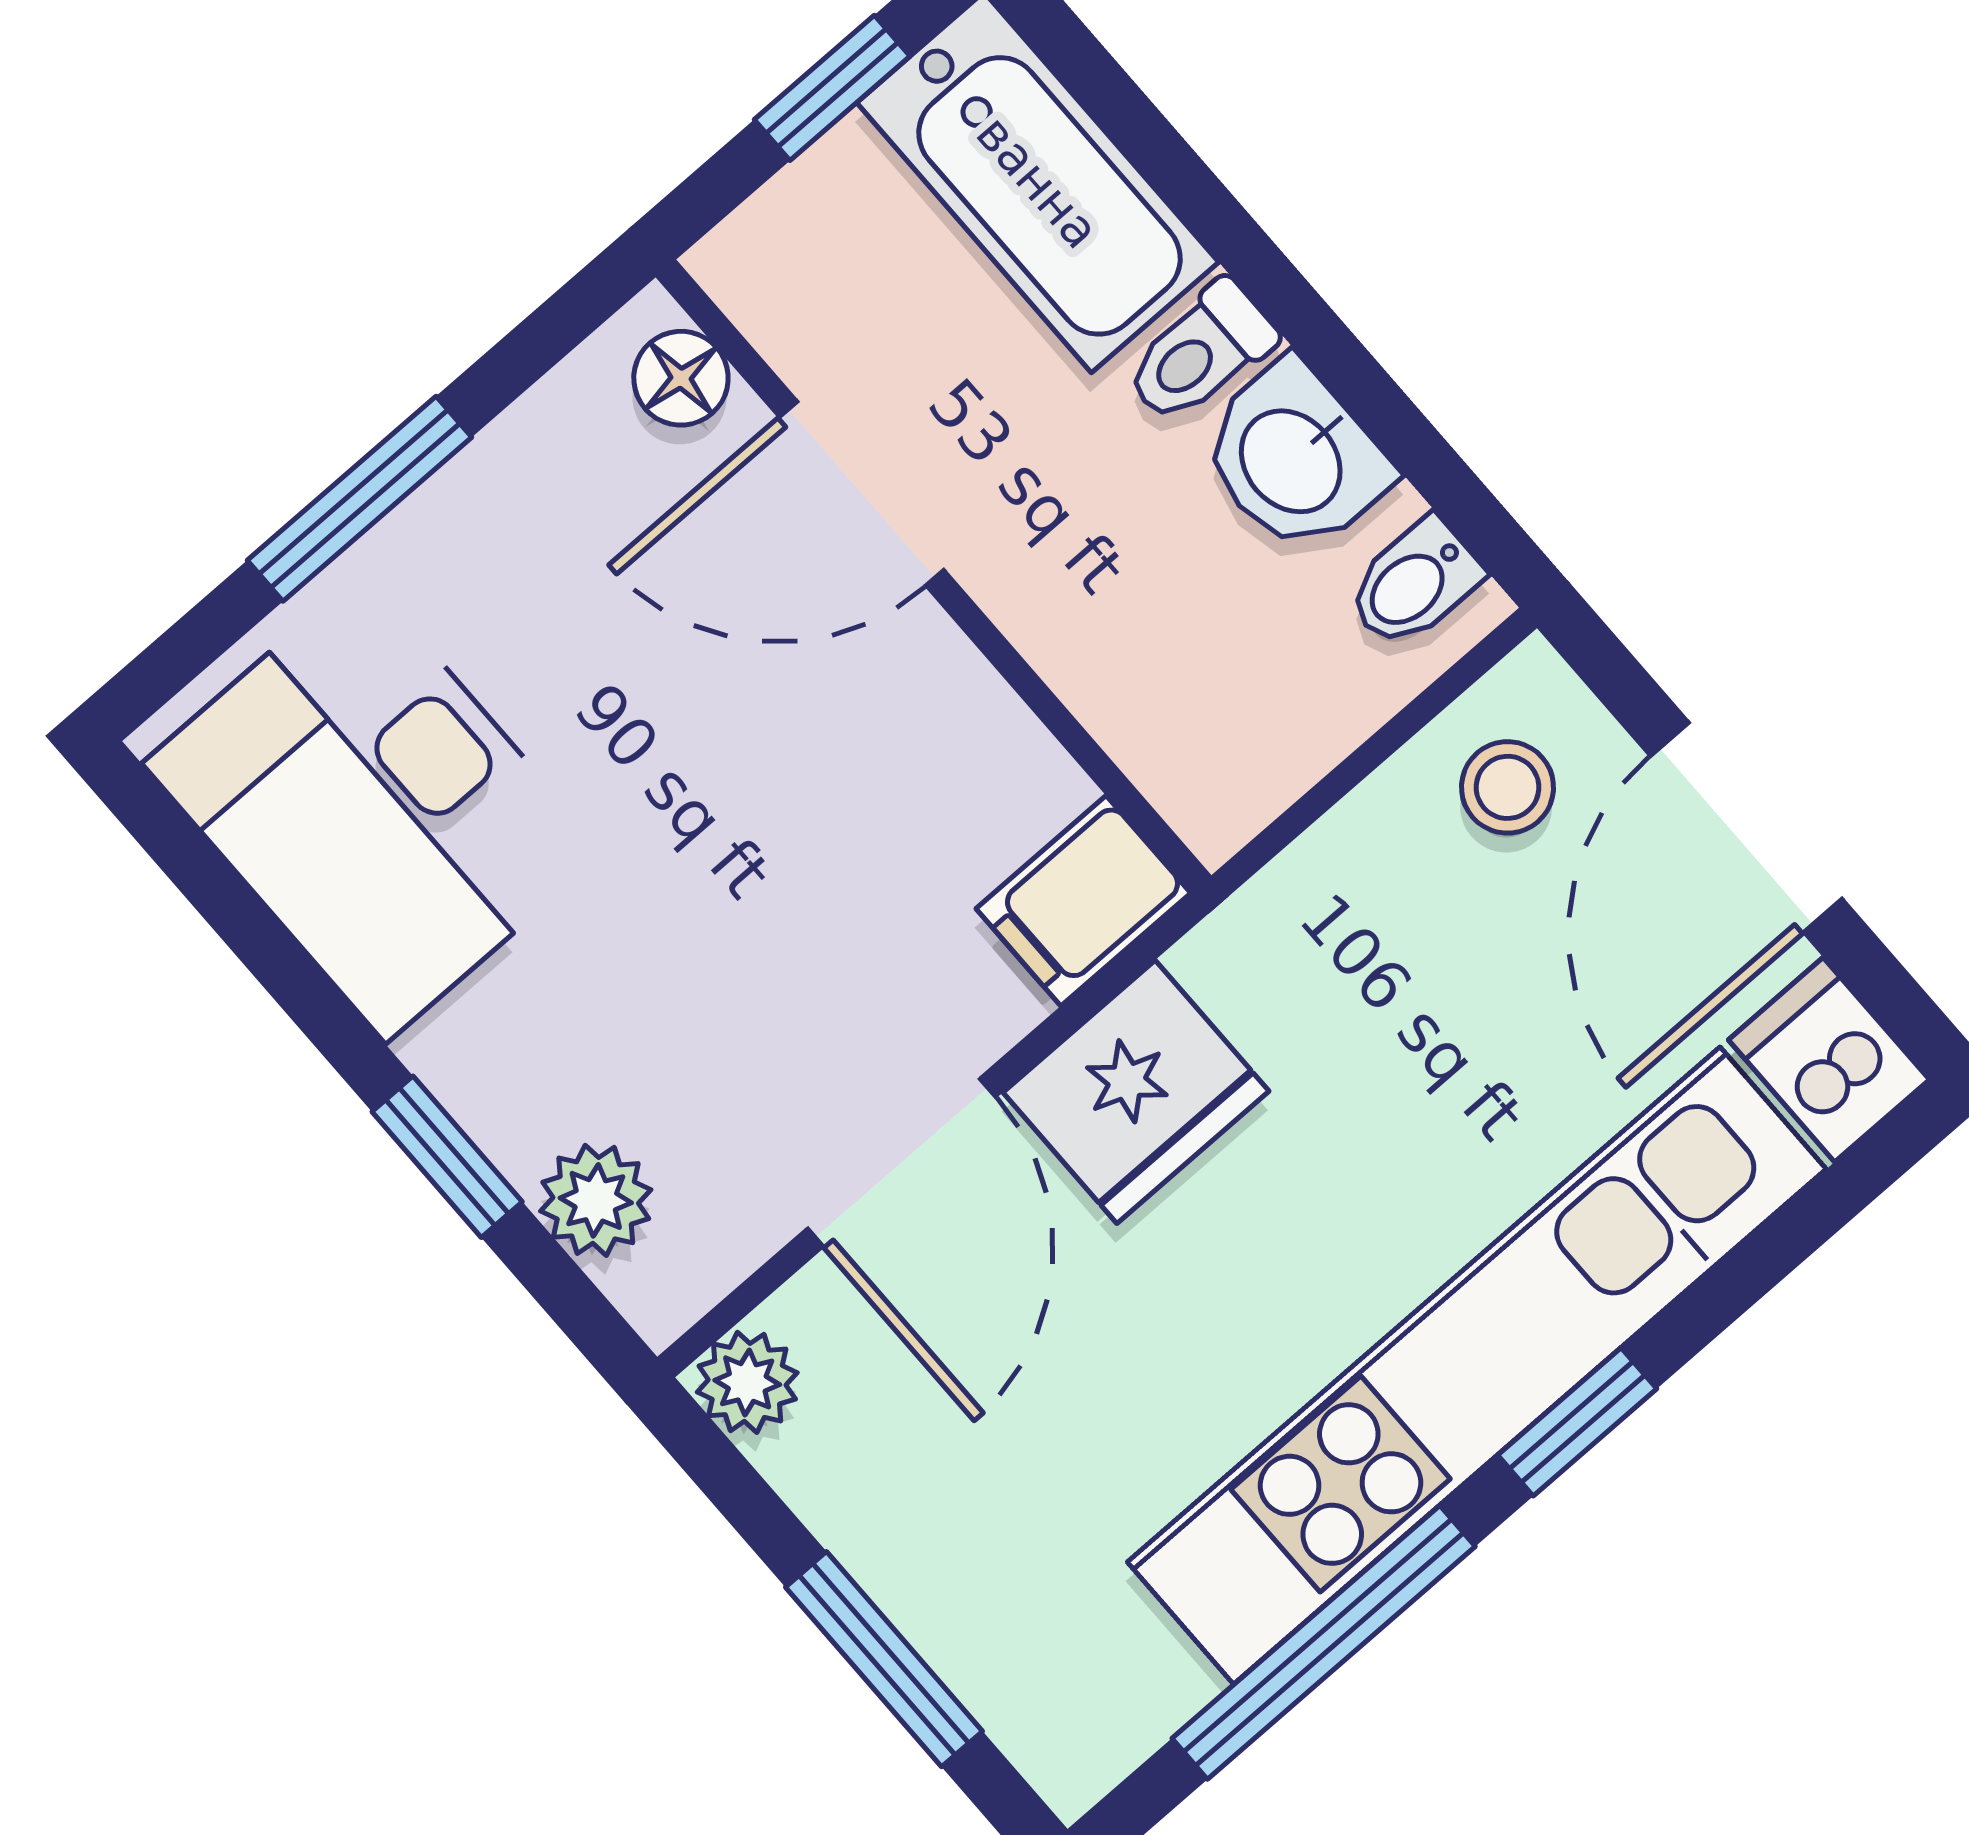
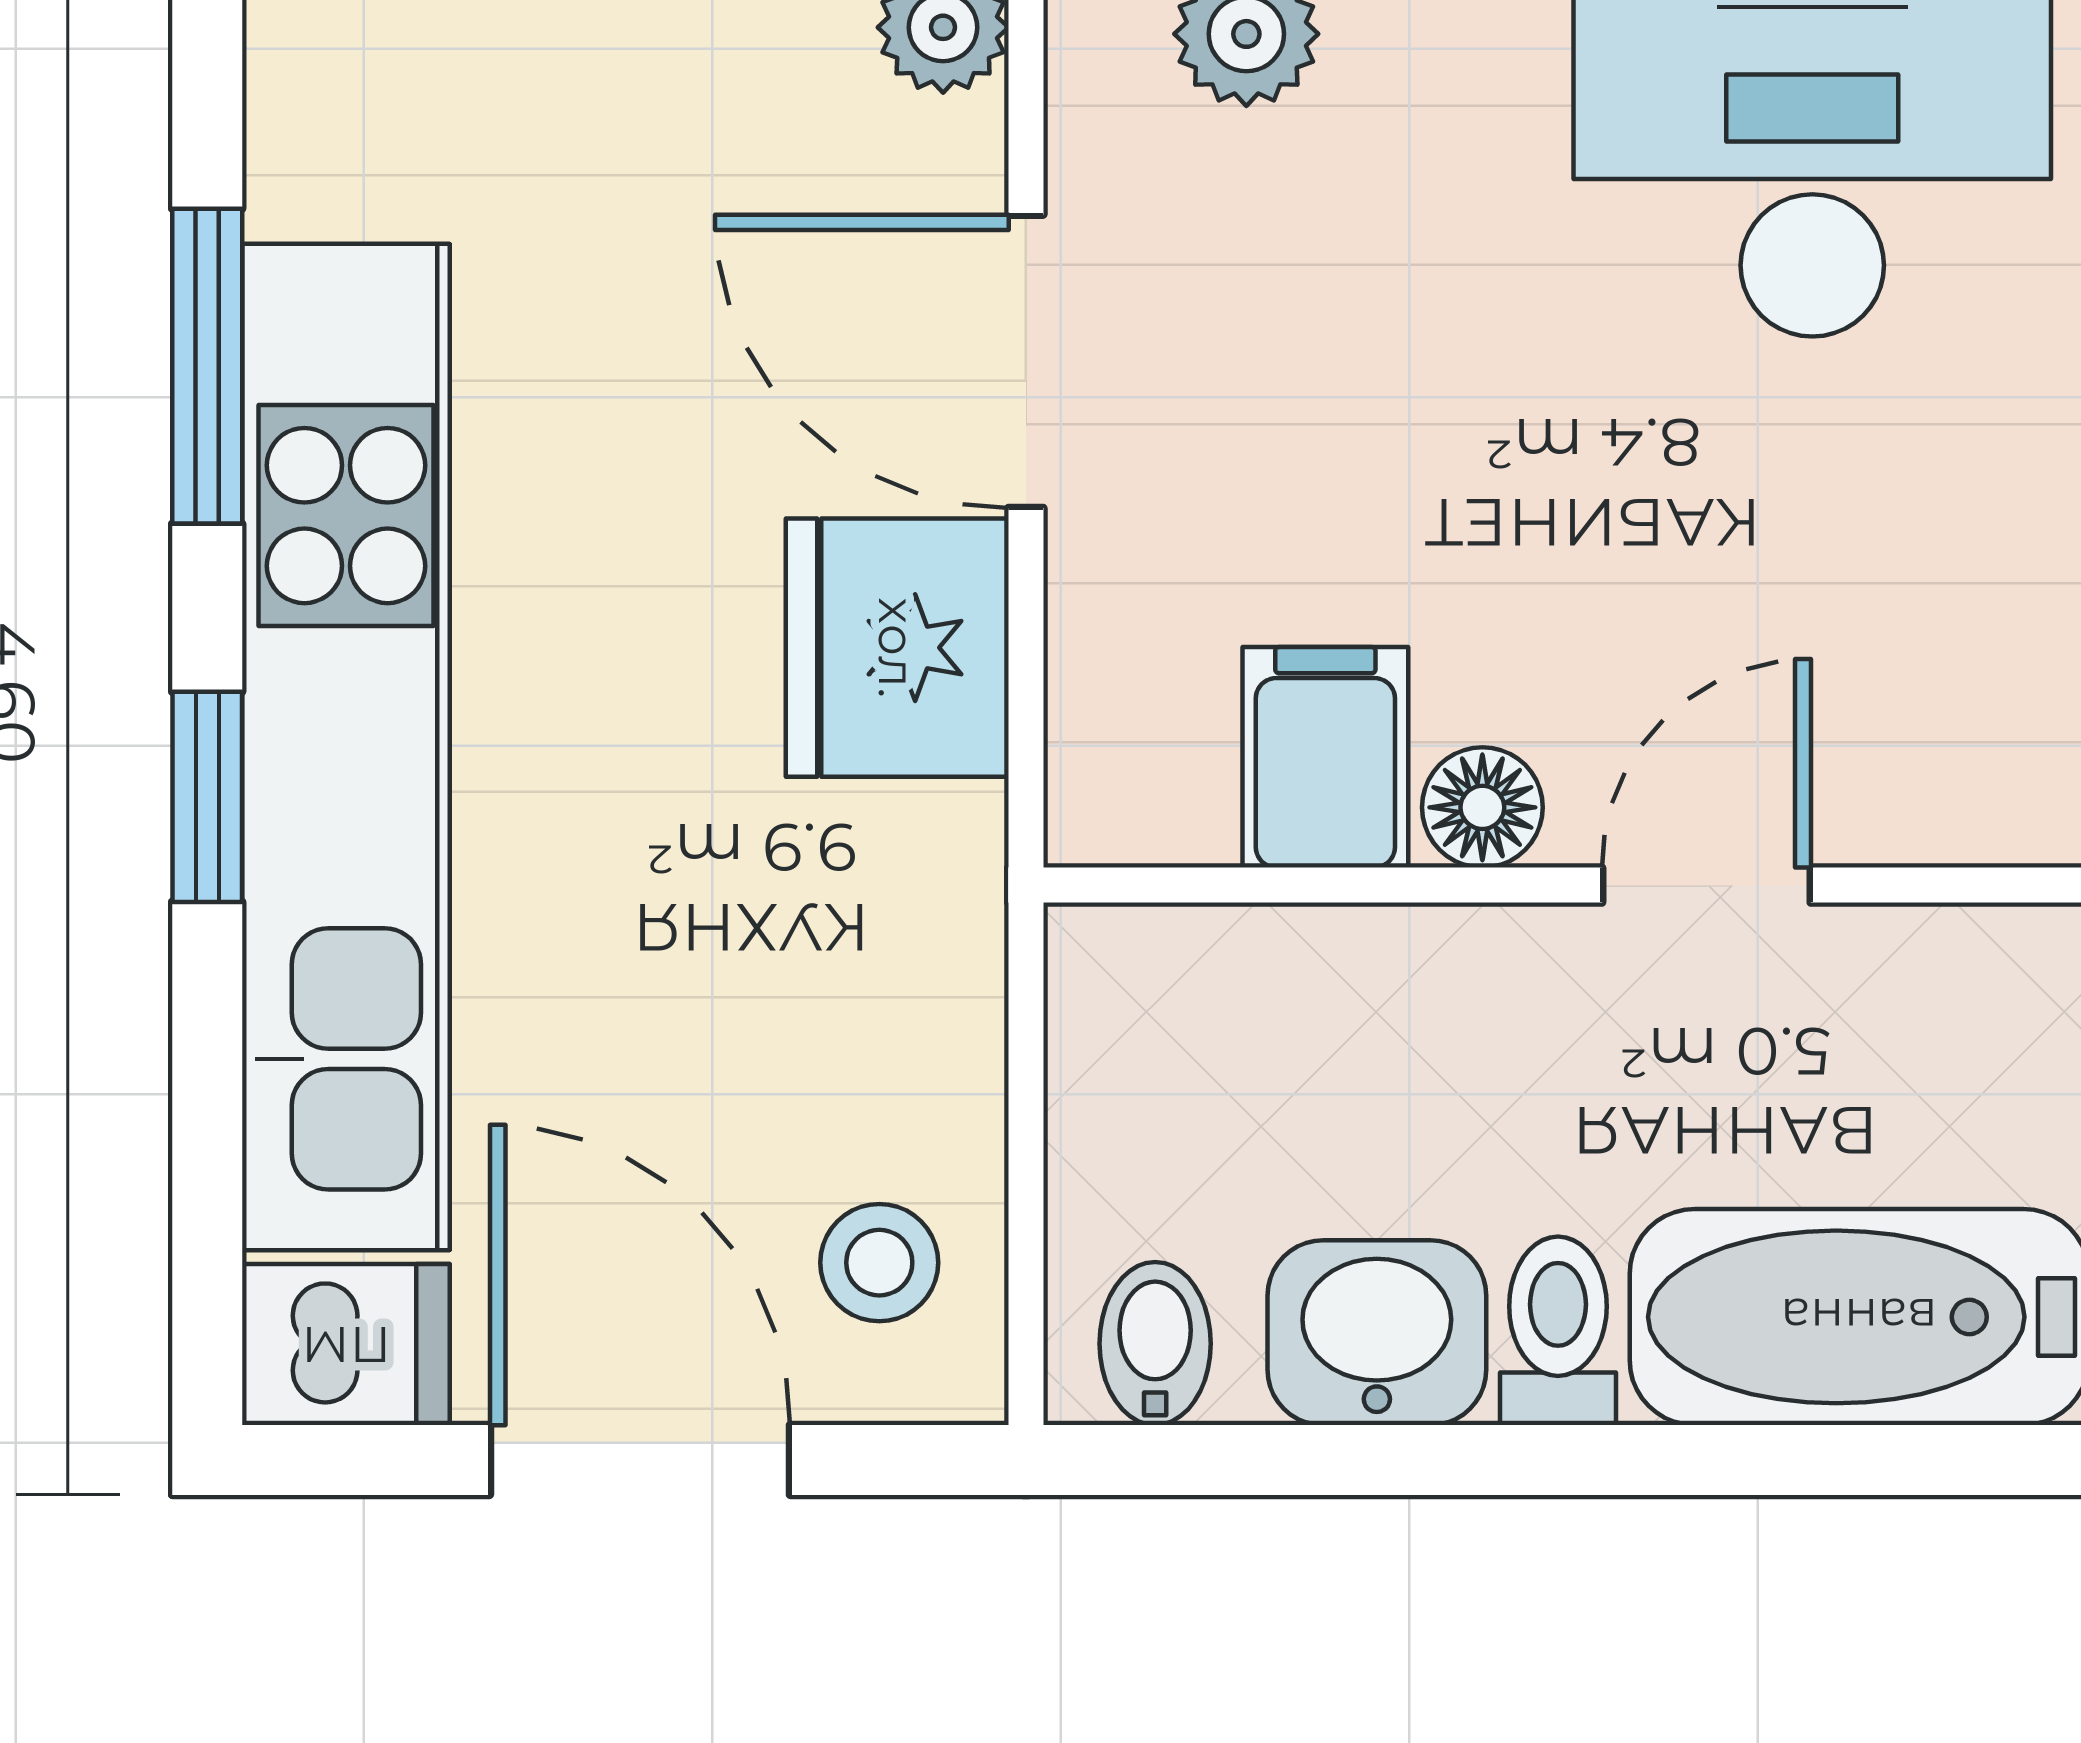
floor lamp: (681, 378) -> (1482, 807), moved
door: (862, 494) -> (1706, 885), width x0.73
filing cabinet: (1083, 901) -> (1325, 757), moved
window: (1324, 1642) -> (207, 366), width x0.69

